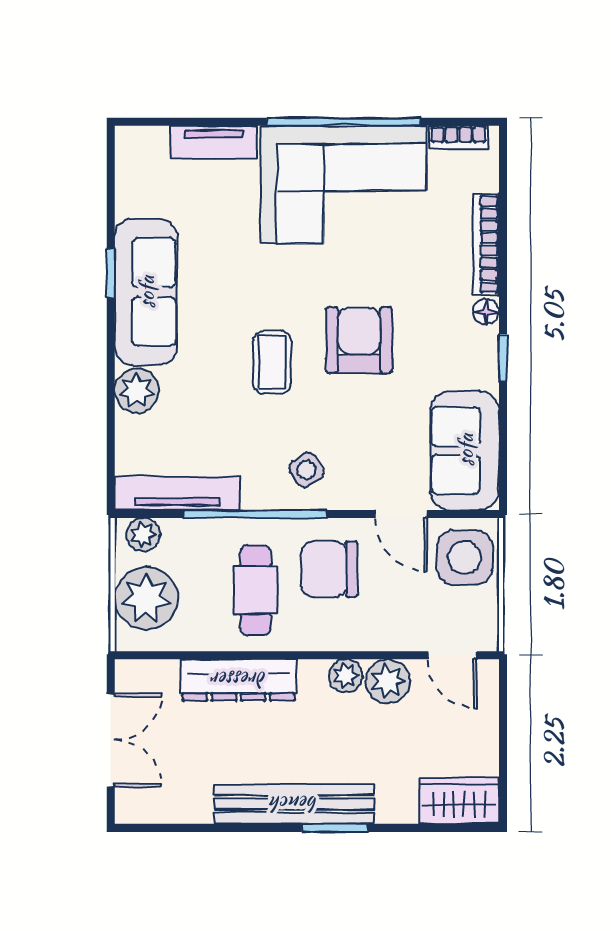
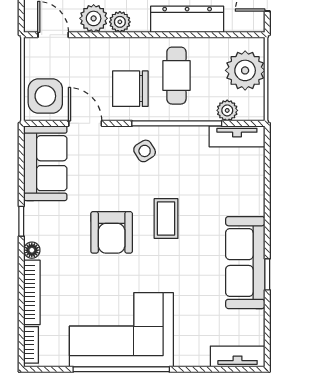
bookcase: (459, 137) -> (31, 345), moved, turned 90
tv unit: (214, 142) -> (238, 356), moved
plant: (137, 391) -> (251, 201), removed
tv unit: (177, 493) -> (237, 136), width x0.71
plant: (143, 535) -> (227, 110), moved
chair: (329, 569) -> (130, 89), turned 180

